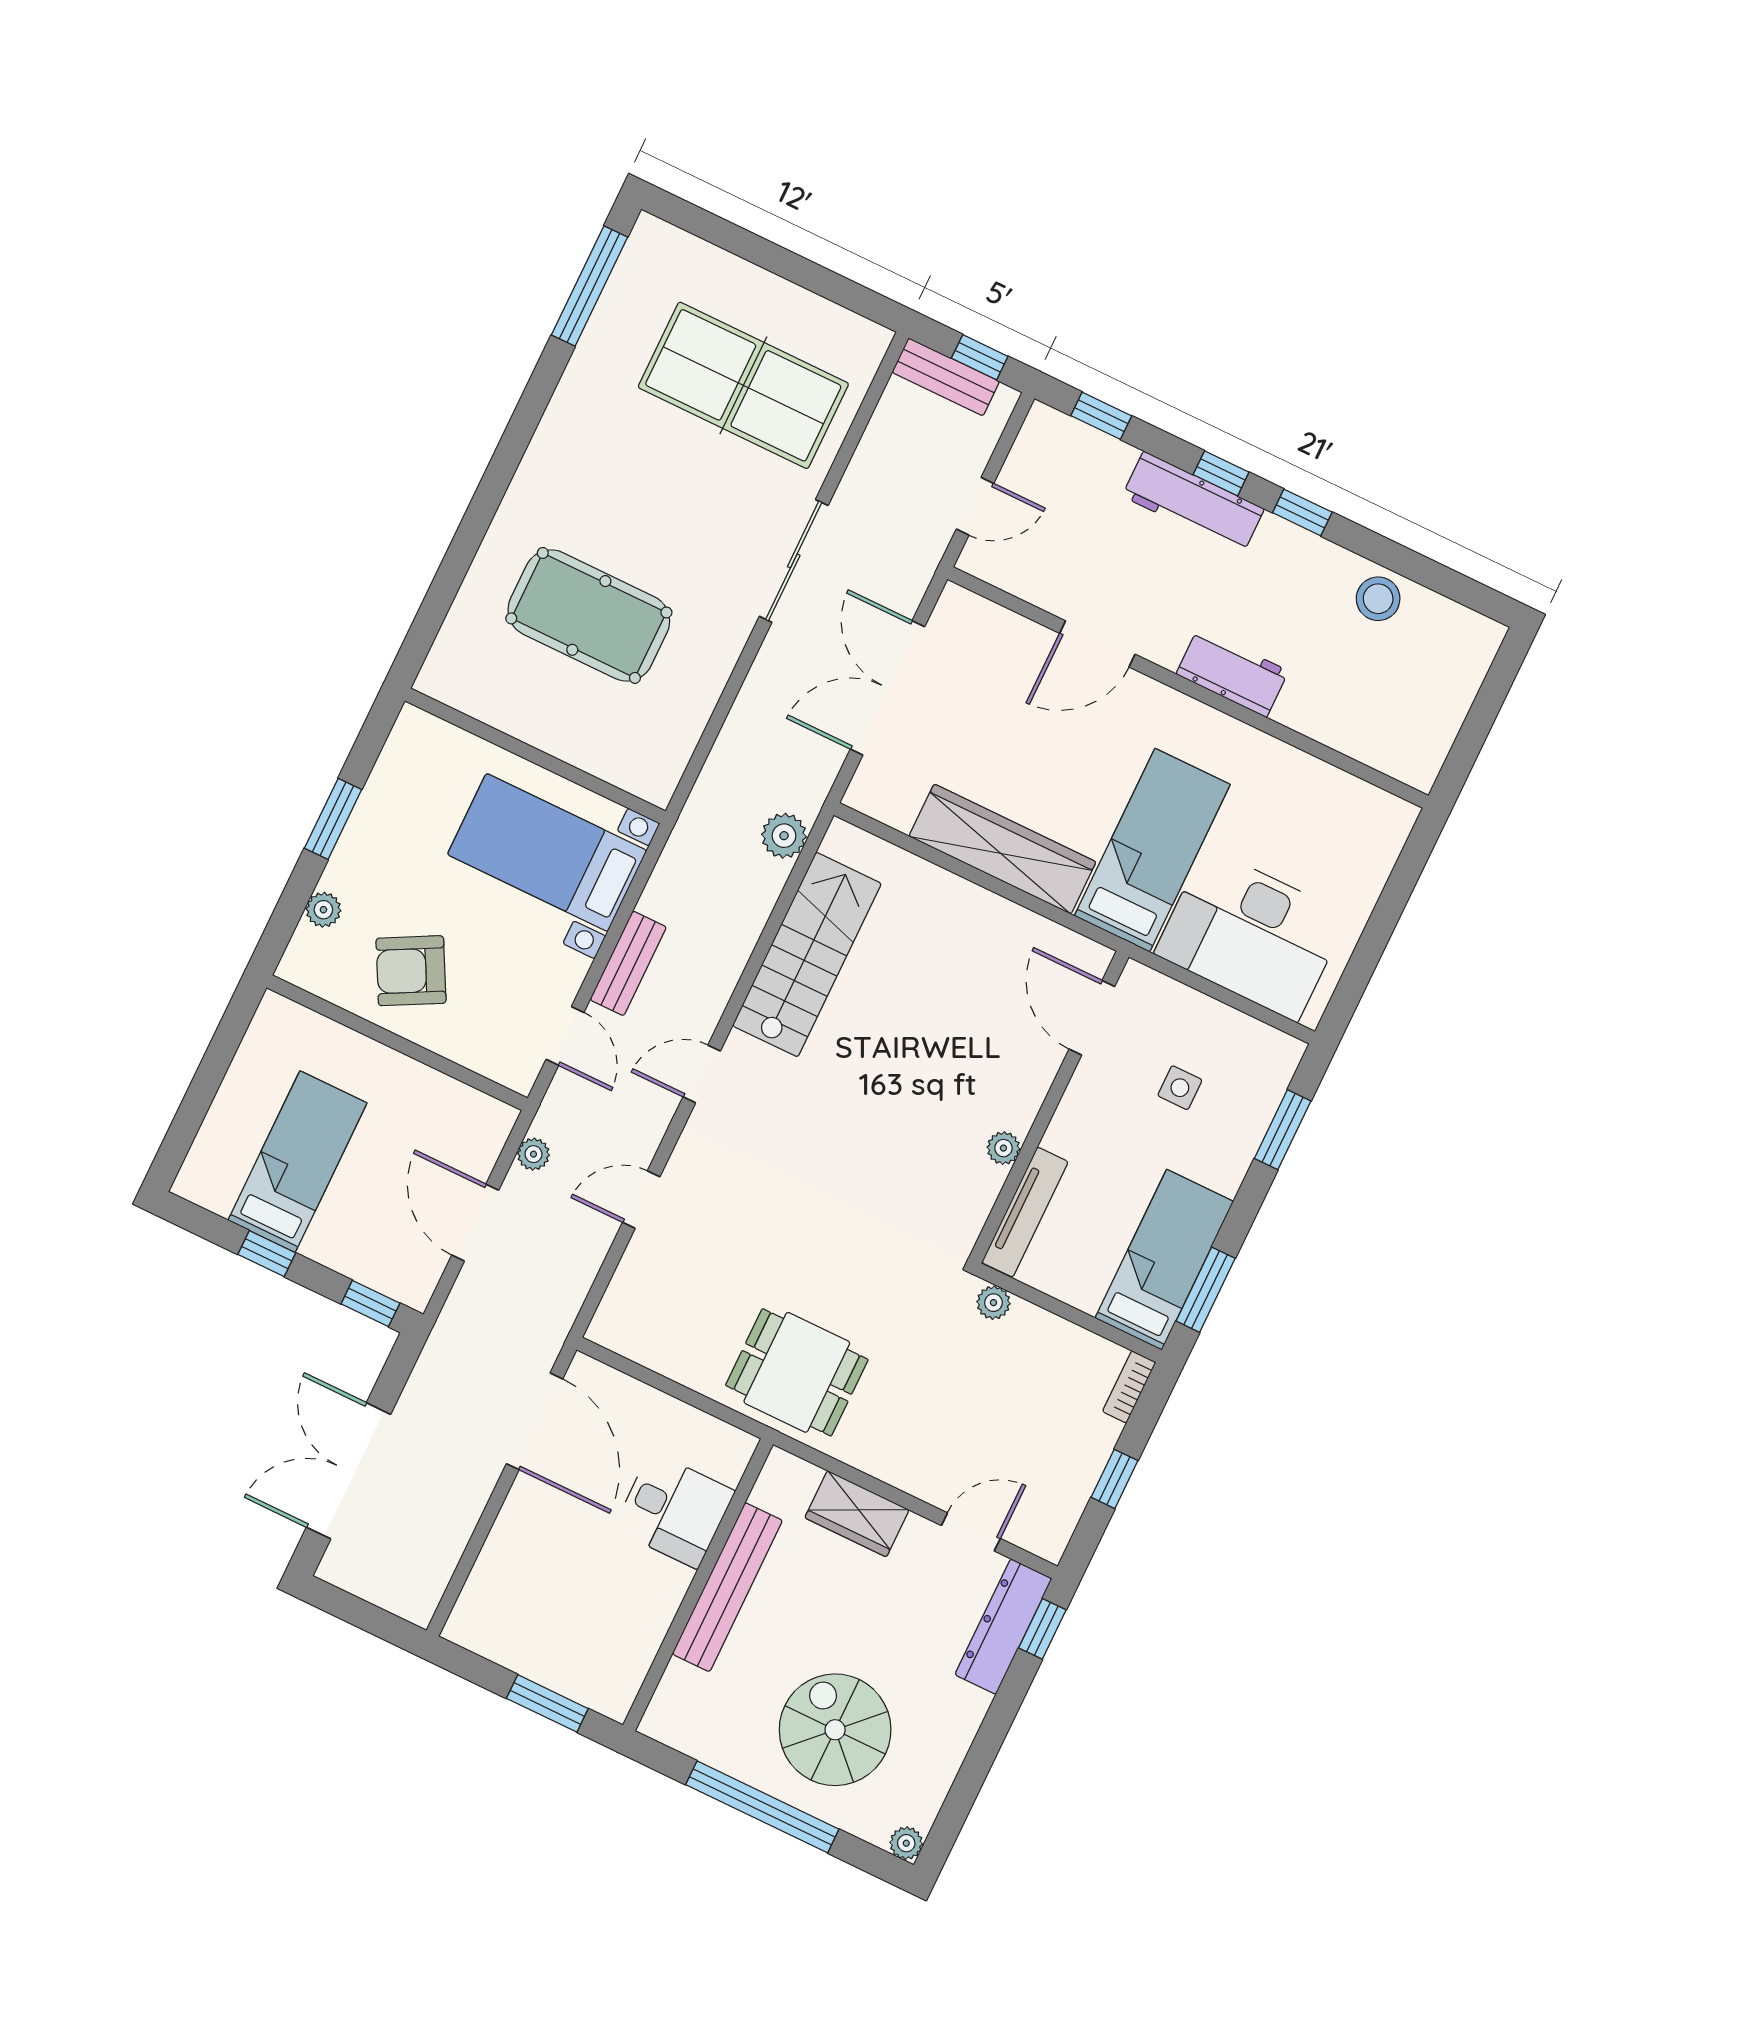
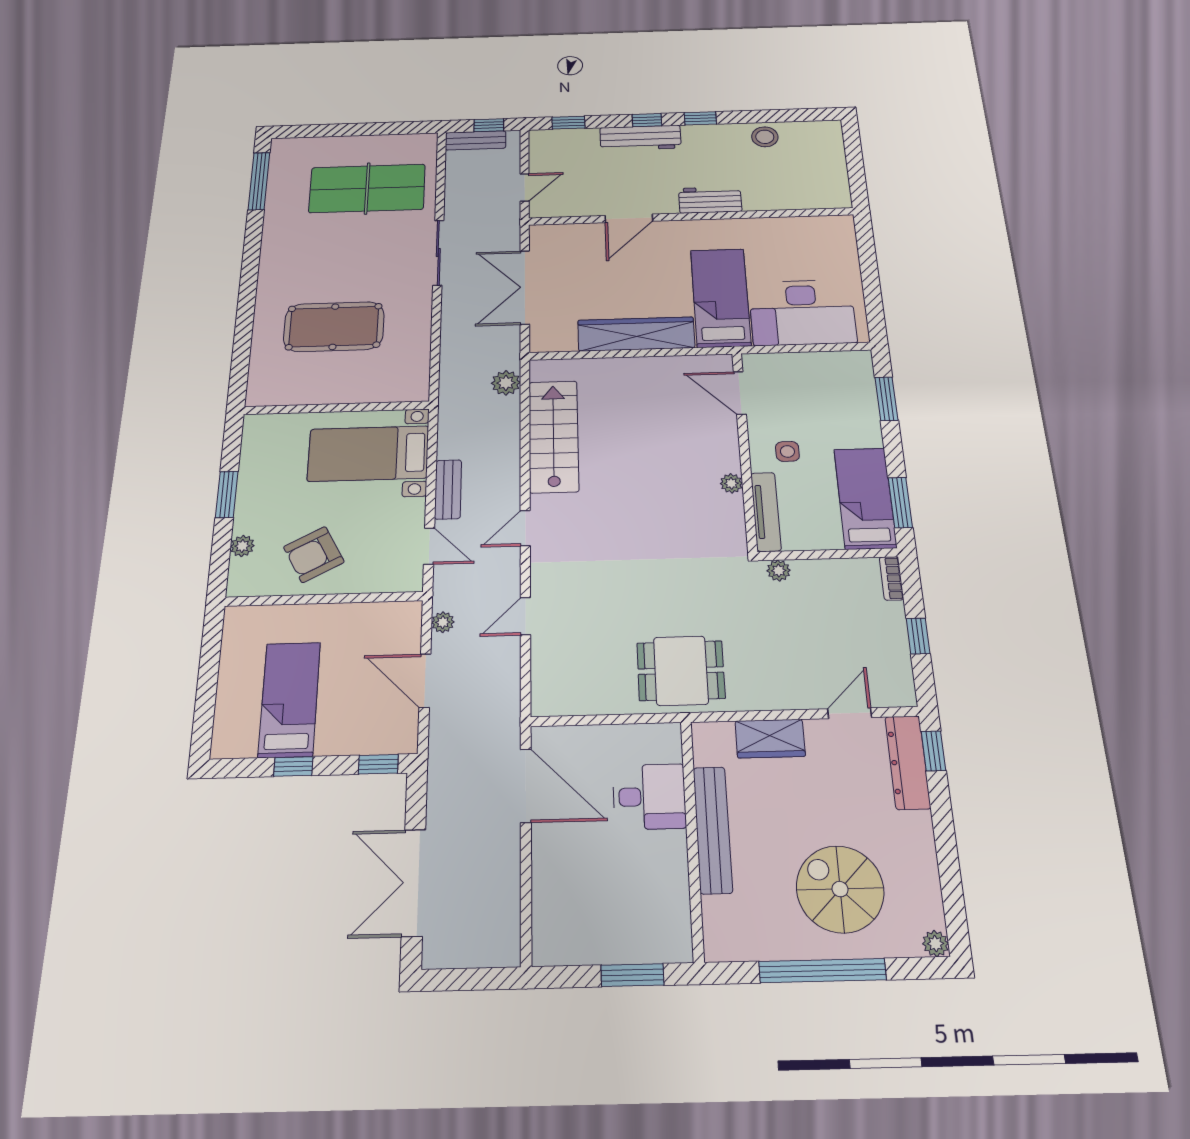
side table: (1180, 1088) -> (787, 451), moved

